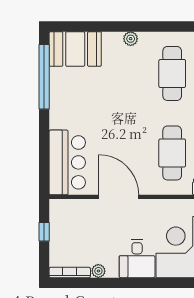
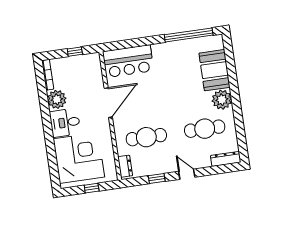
plant: (131, 39) -> (222, 100), width x1.87, depth x1.87
booth: (75, 49) -> (214, 70), moved
plant: (98, 271) -> (57, 99), width x1.87, depth x1.87

